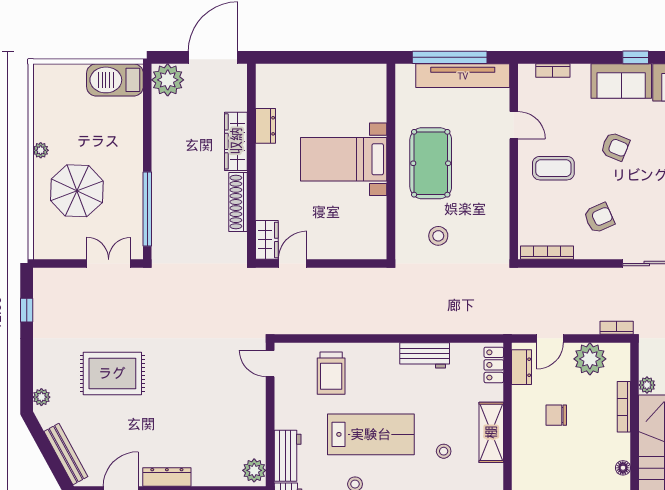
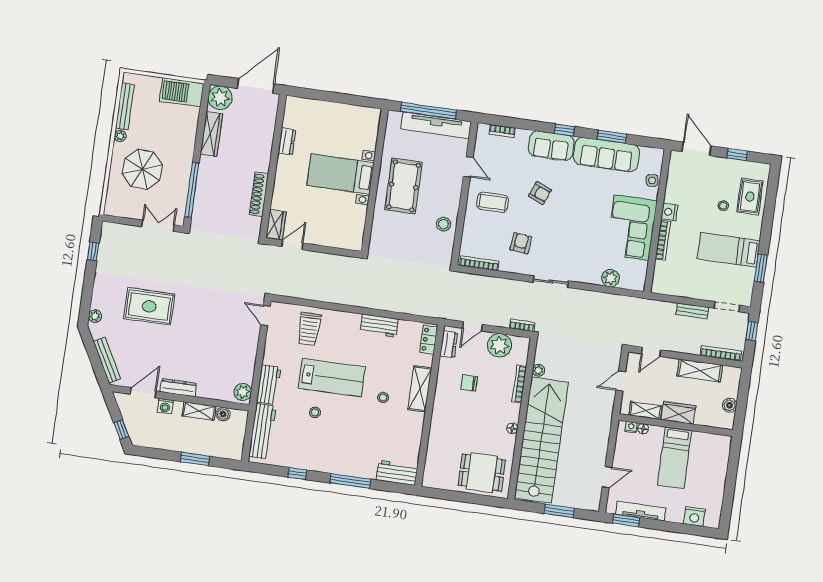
bench: (41, 110) -> (125, 106), added
wardrobe: (236, 141) -> (211, 134), moved, turned 180
armchair: (599, 218) -> (521, 243), turned -60
stool: (438, 236) -> (443, 224), moved

